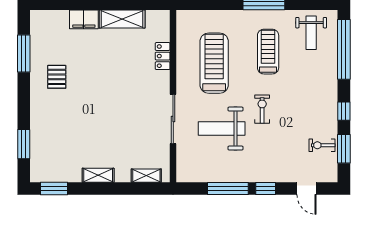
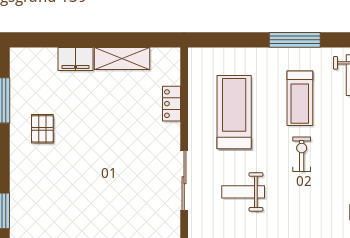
treadmill: (268, 52) -> (300, 98), turned 180
exercise bike: (262, 109) -> (302, 154), moved
weight bench: (222, 129) -> (243, 192), width x0.73, depth x0.75

